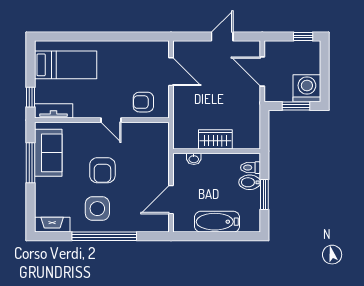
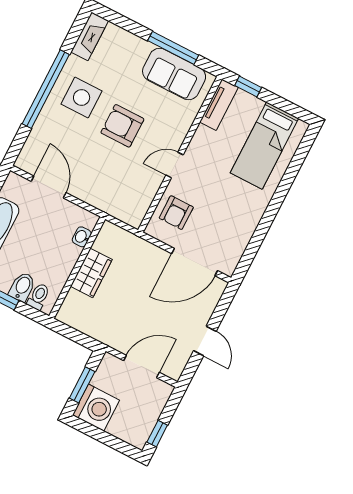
door: (171, 72) -> (195, 262), width x1.36
armchair: (143, 102) -> (176, 213), turned 180

